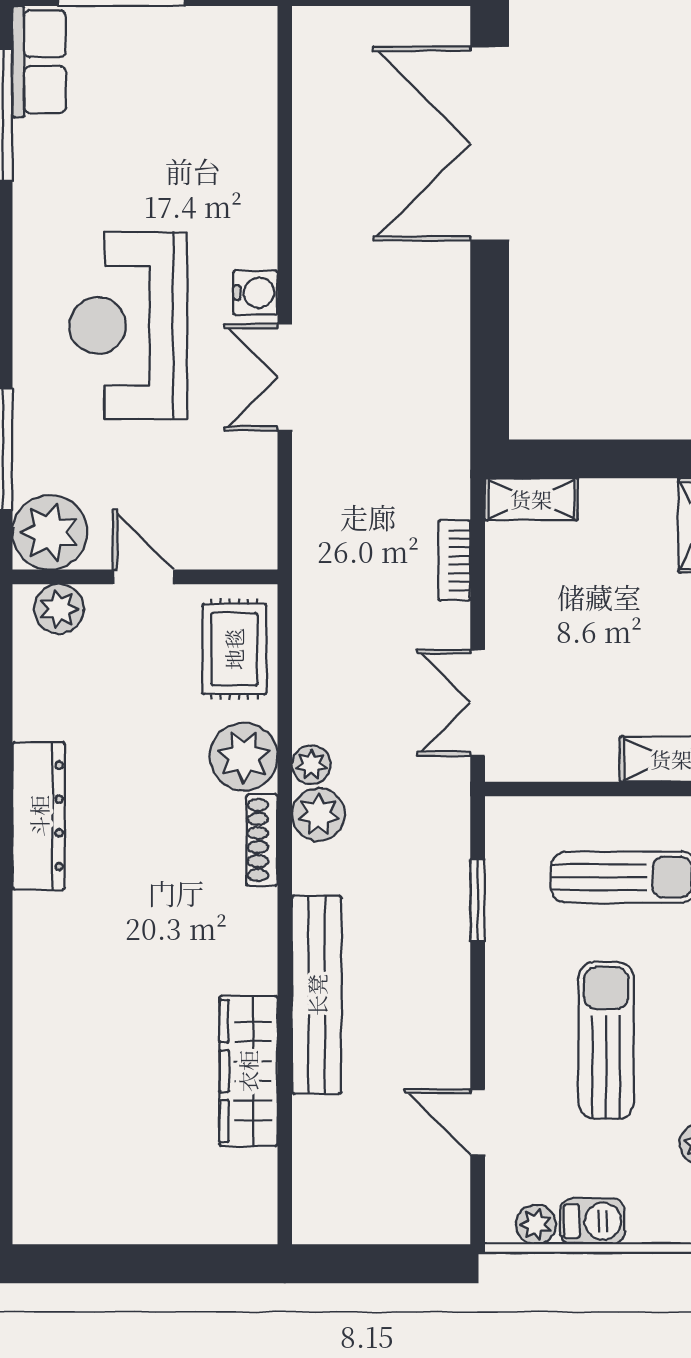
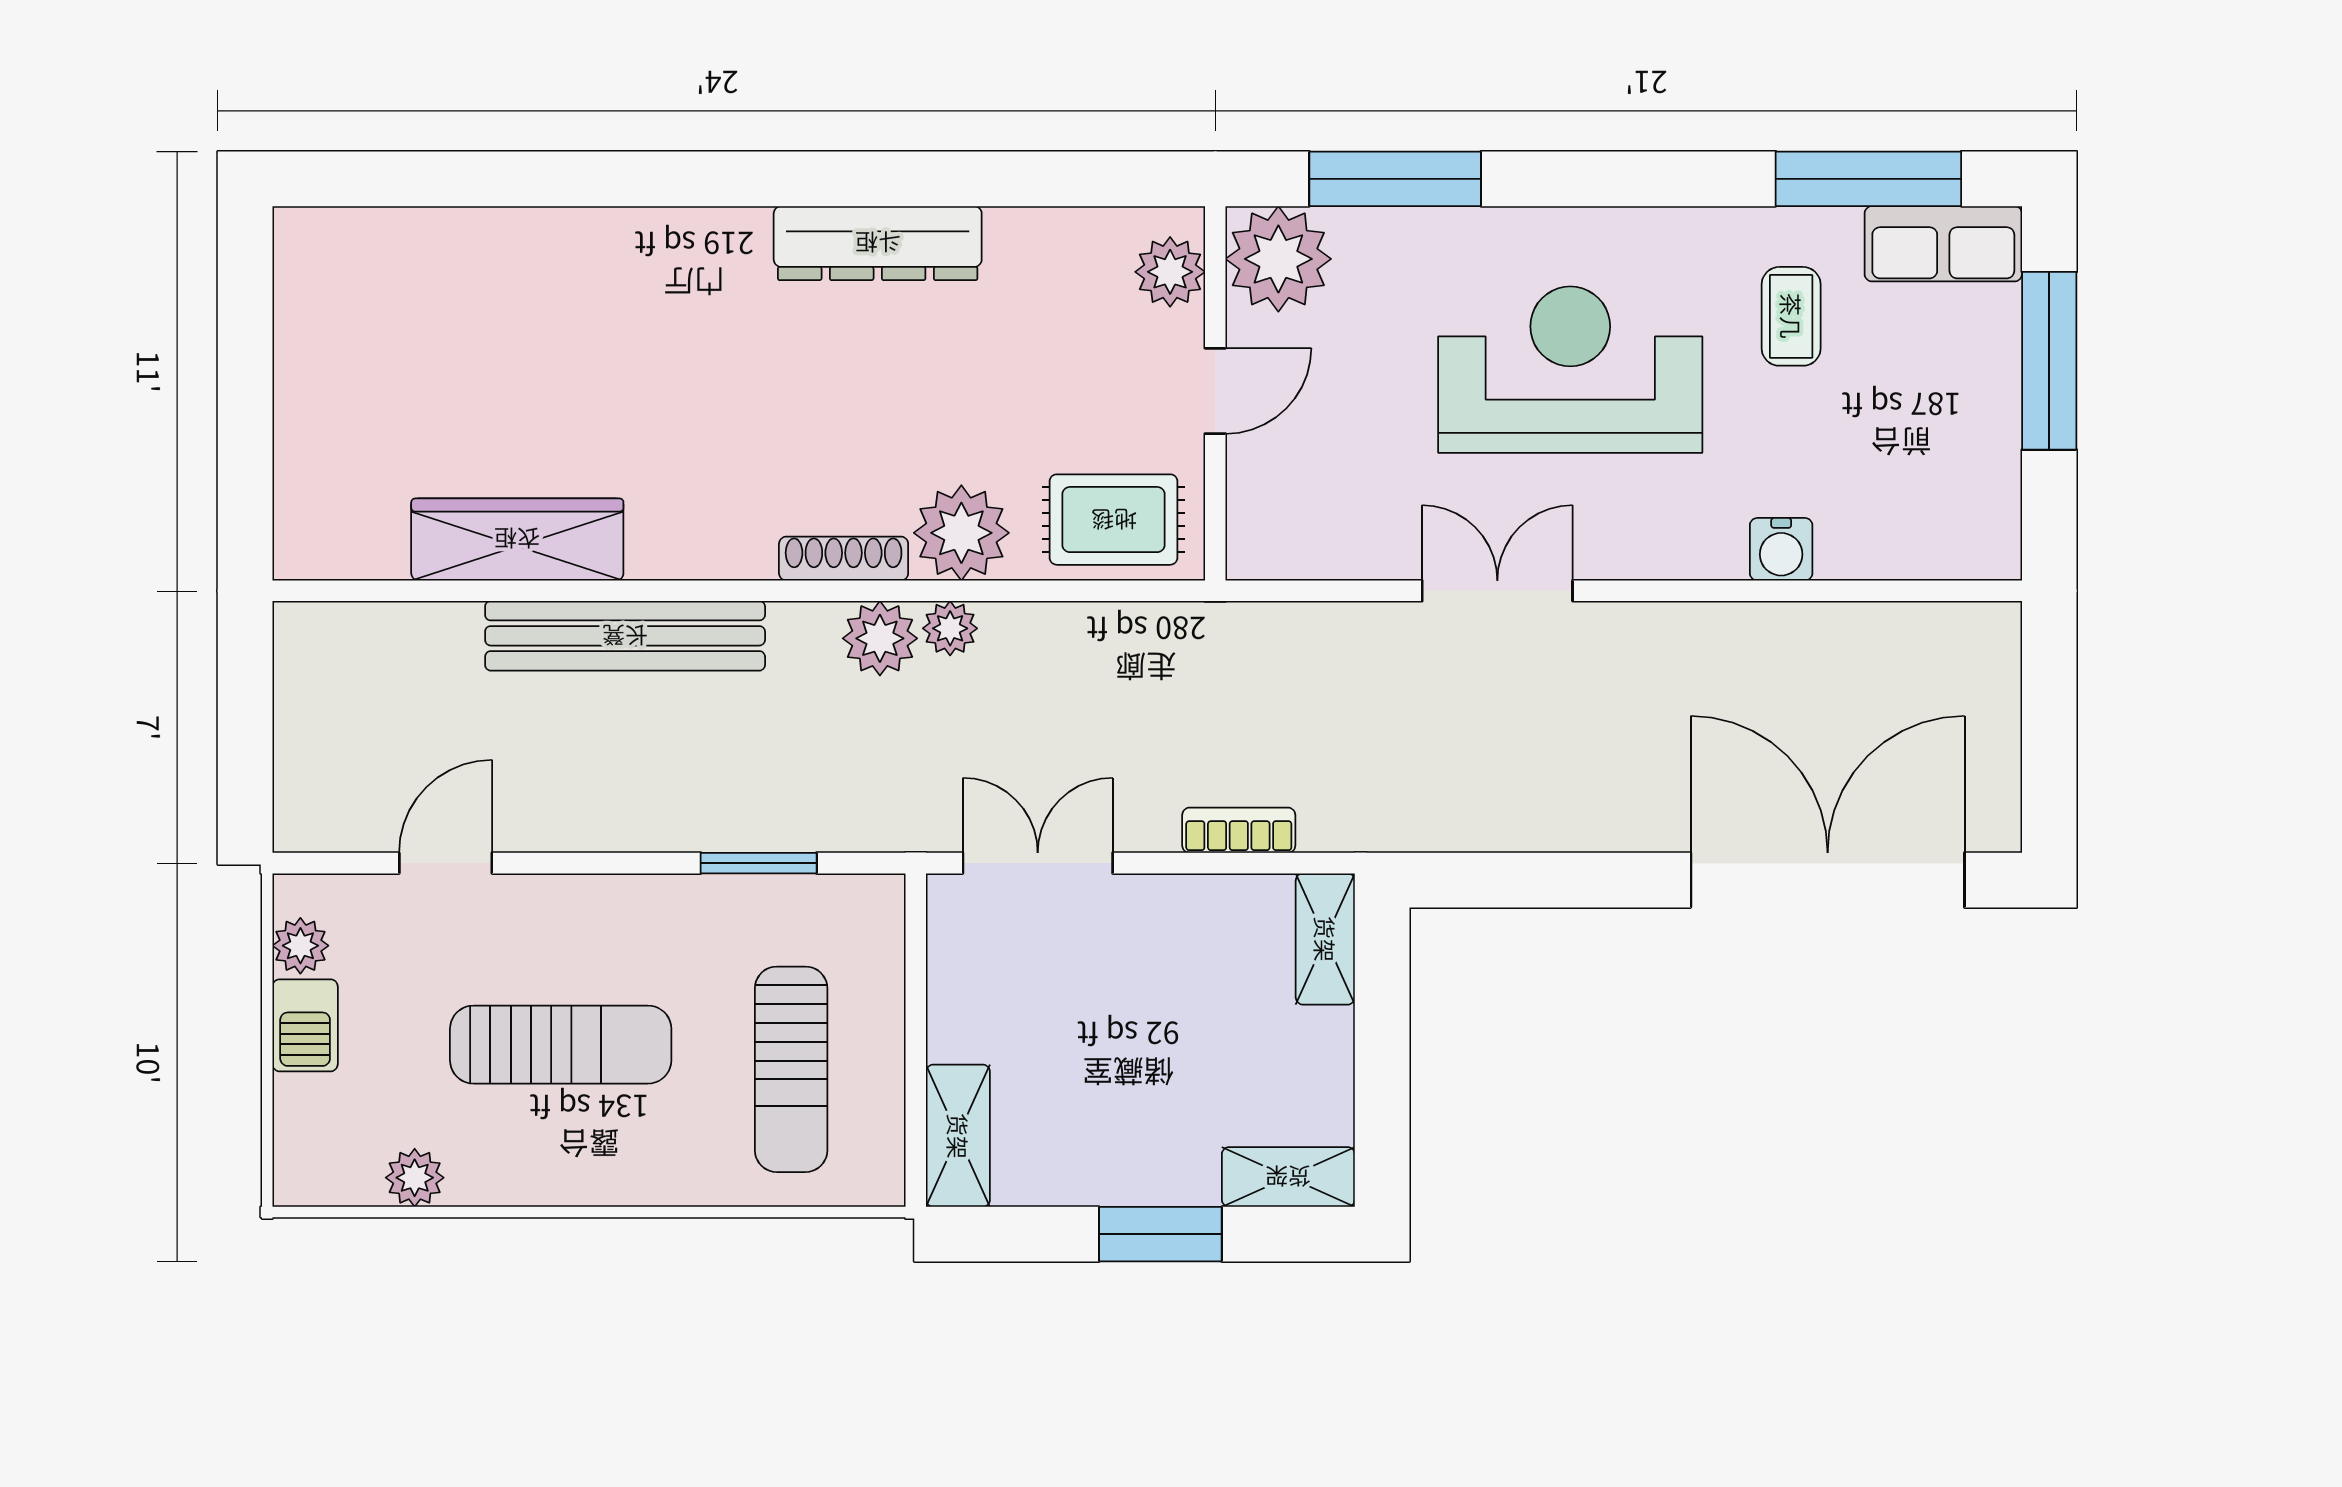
coffee table: (91, 169) -> (1791, 316), added
water cooler: (255, 293) -> (1781, 549), moved

